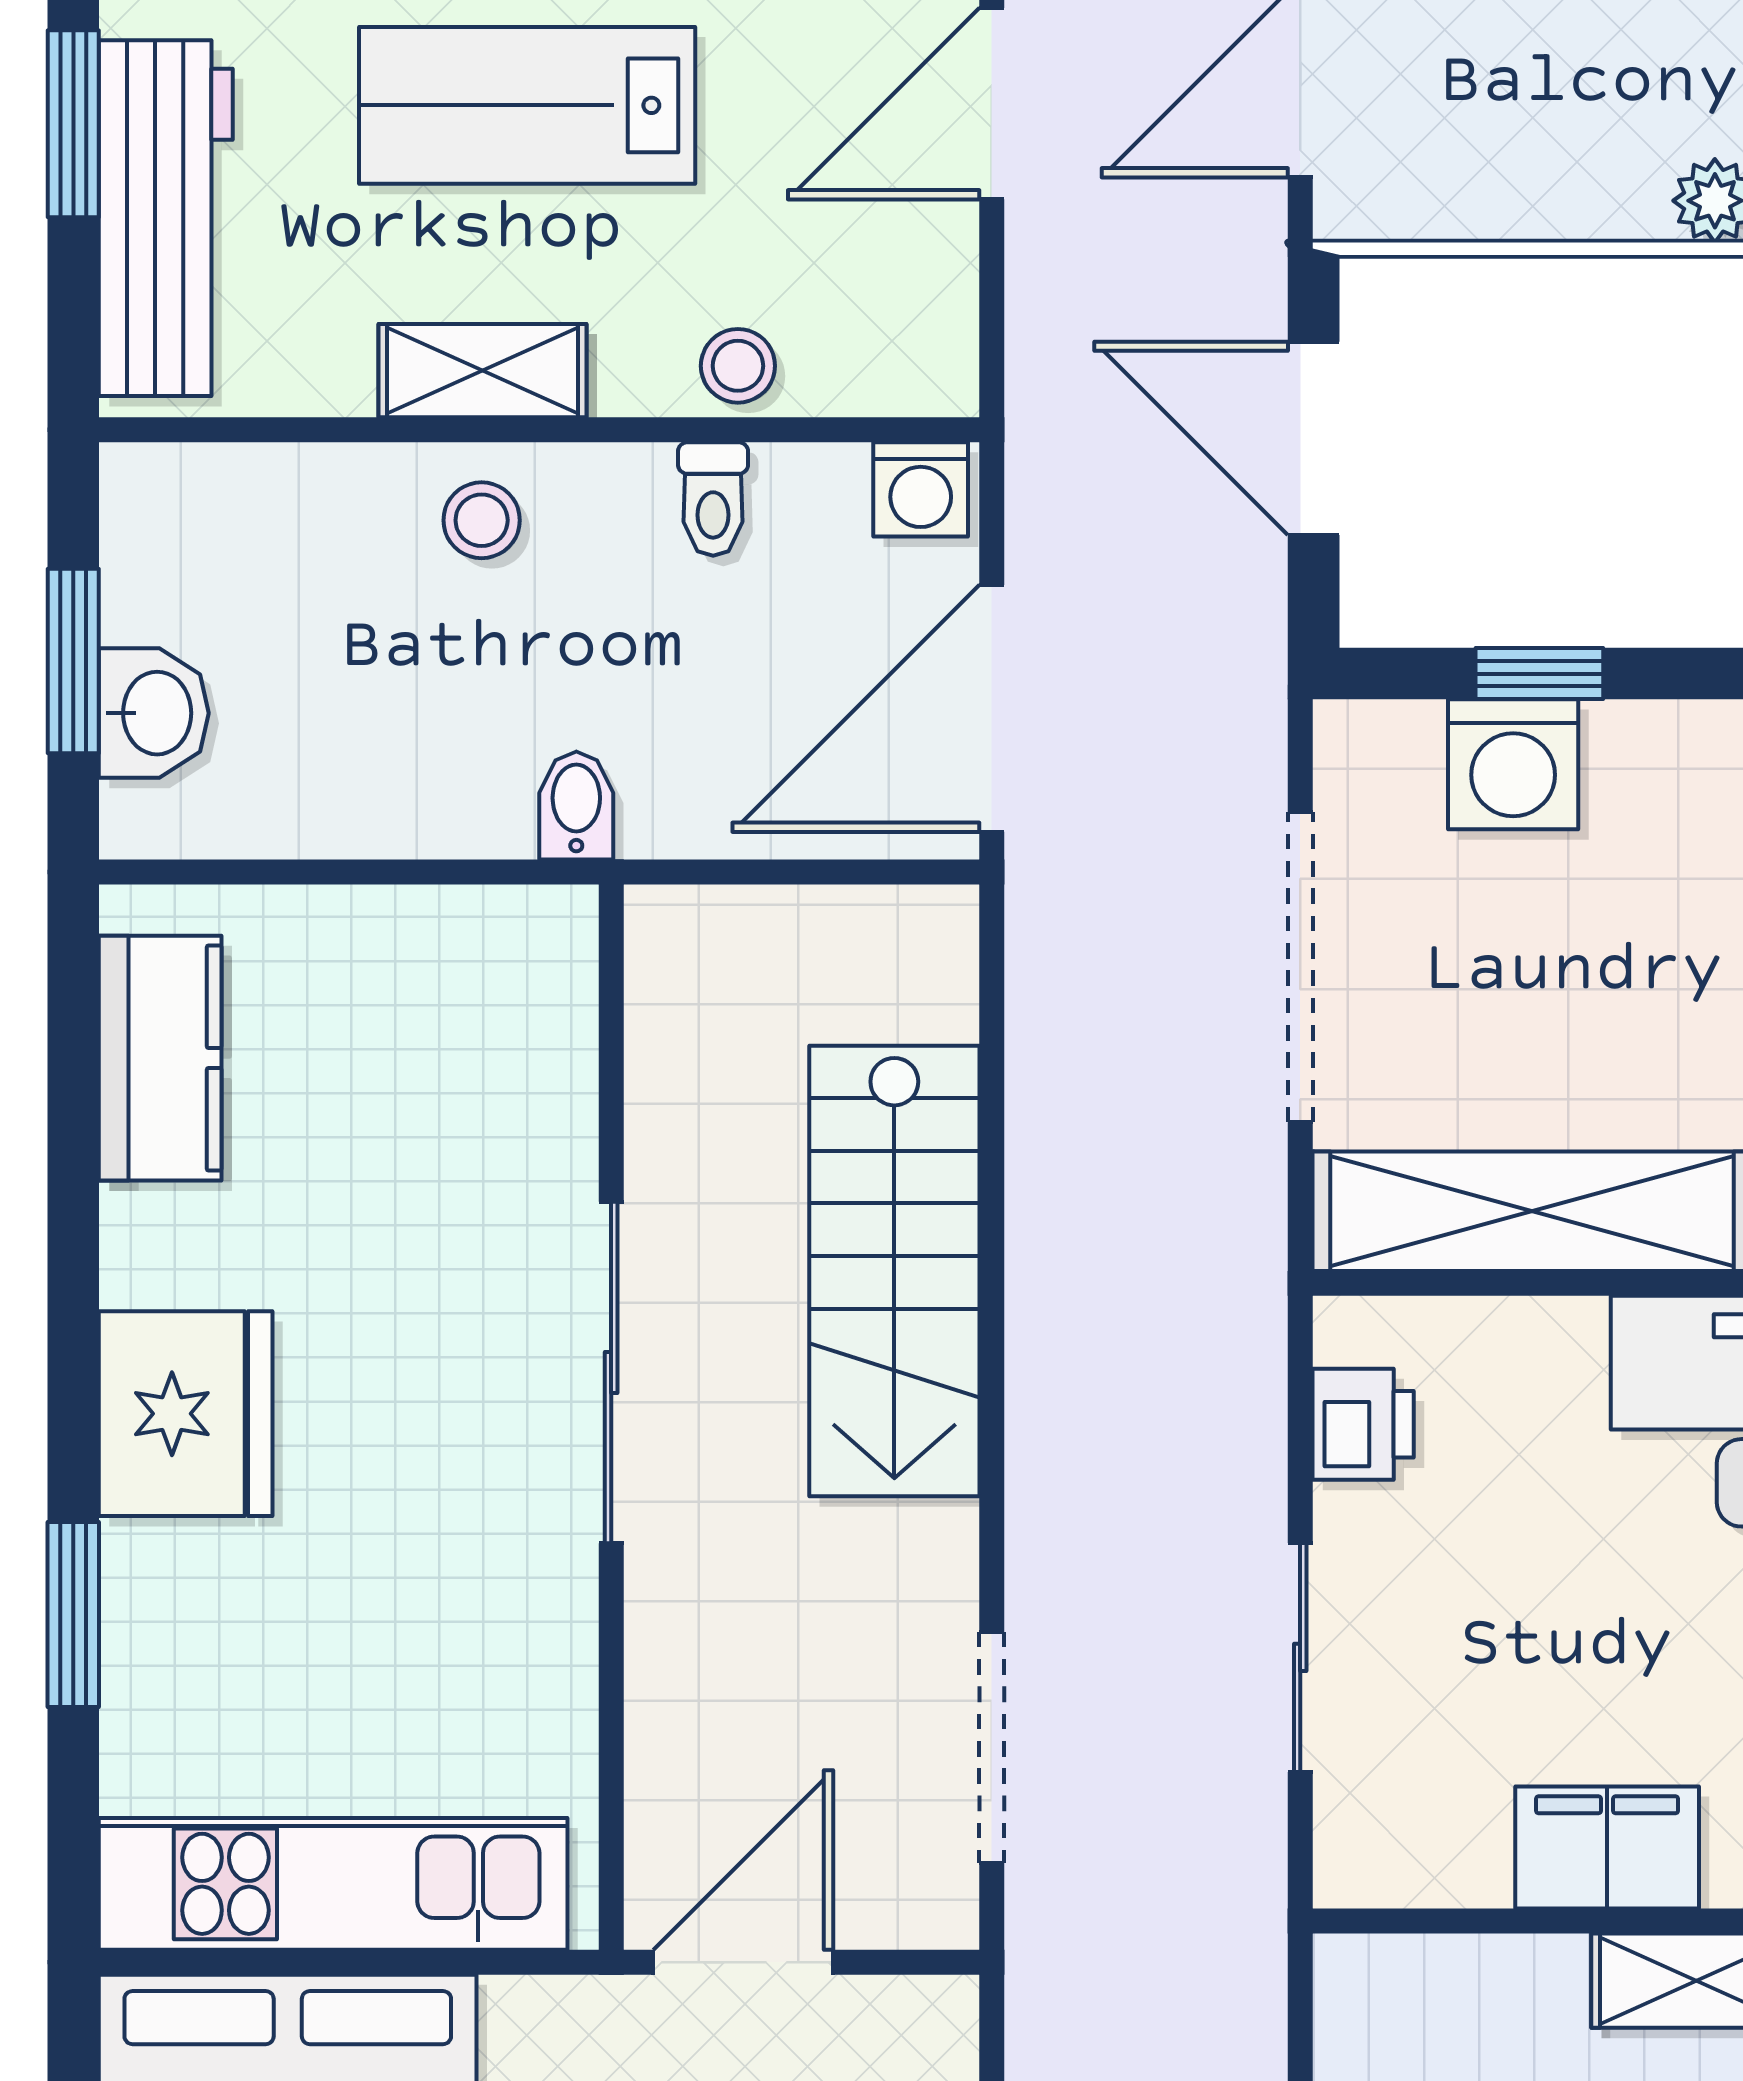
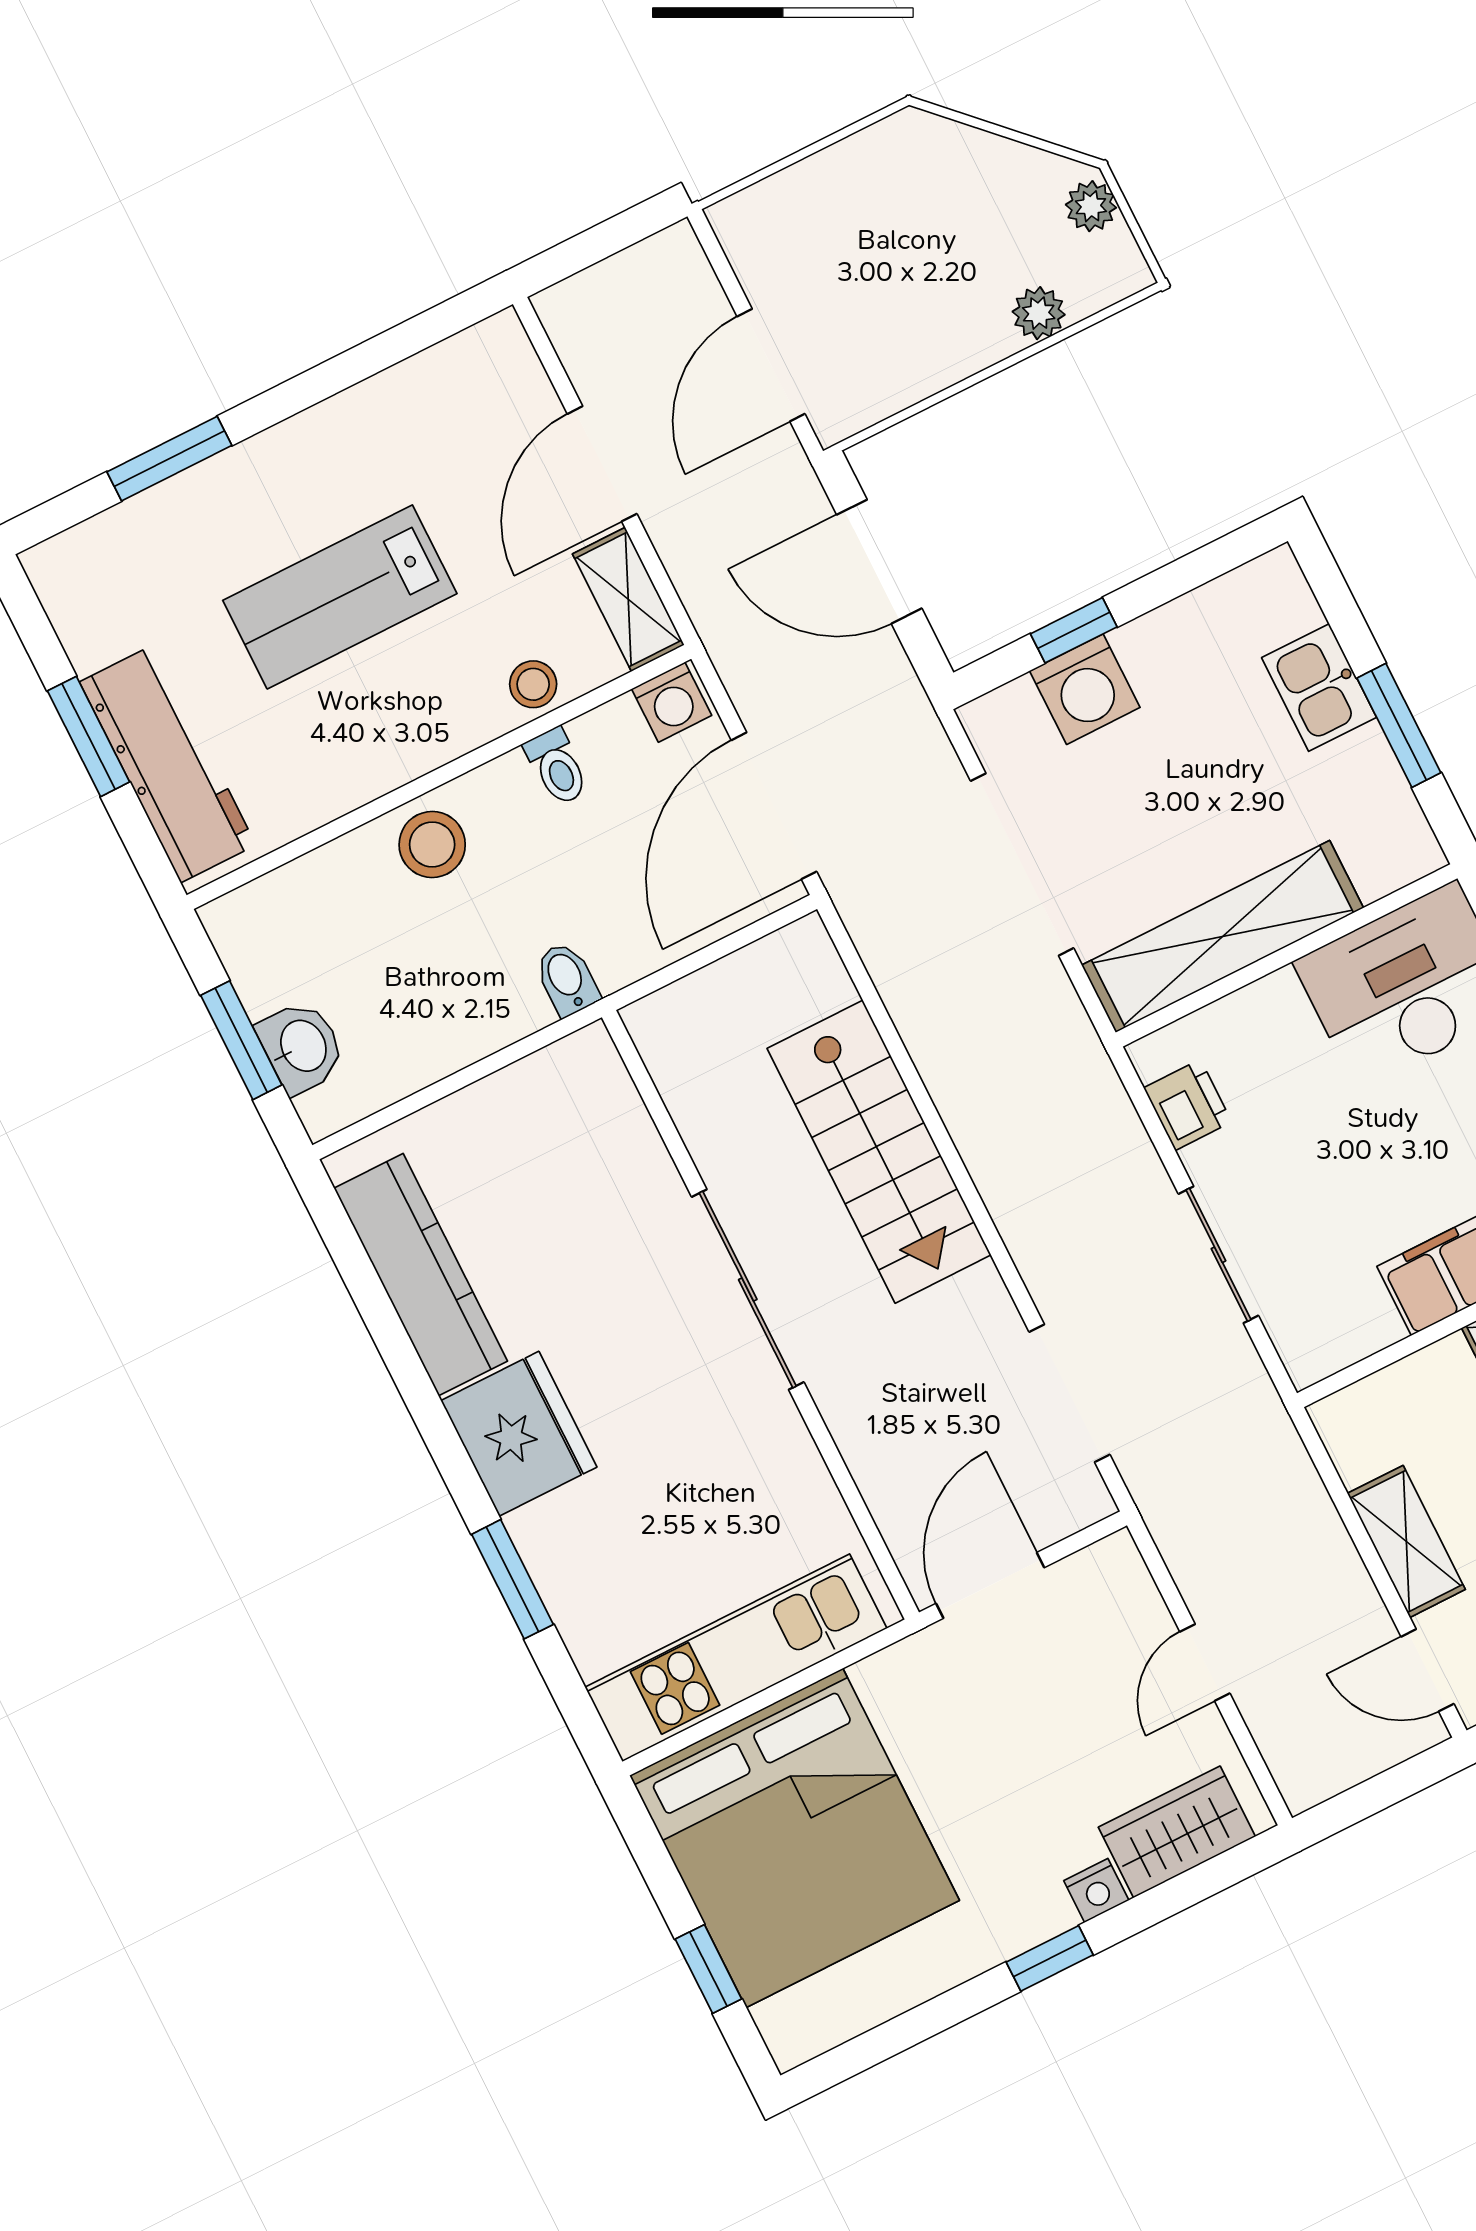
shelving: (483, 371) -> (628, 599), moved, turned 90
stool: (482, 520) -> (432, 844), width x1.37, depth x1.37
kitchen counter: (160, 1058) -> (421, 1275), width x1.50

